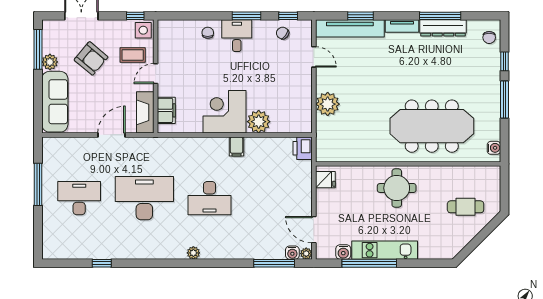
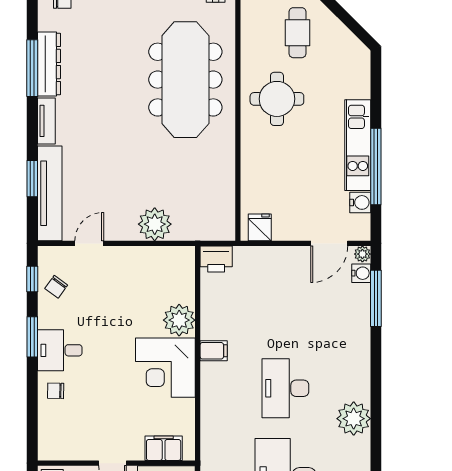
round table: (397, 188) -> (277, 99), moved
desk: (210, 198) -> (285, 388), turned 180
plant: (193, 253) -> (354, 419), width x1.87, depth x1.87

